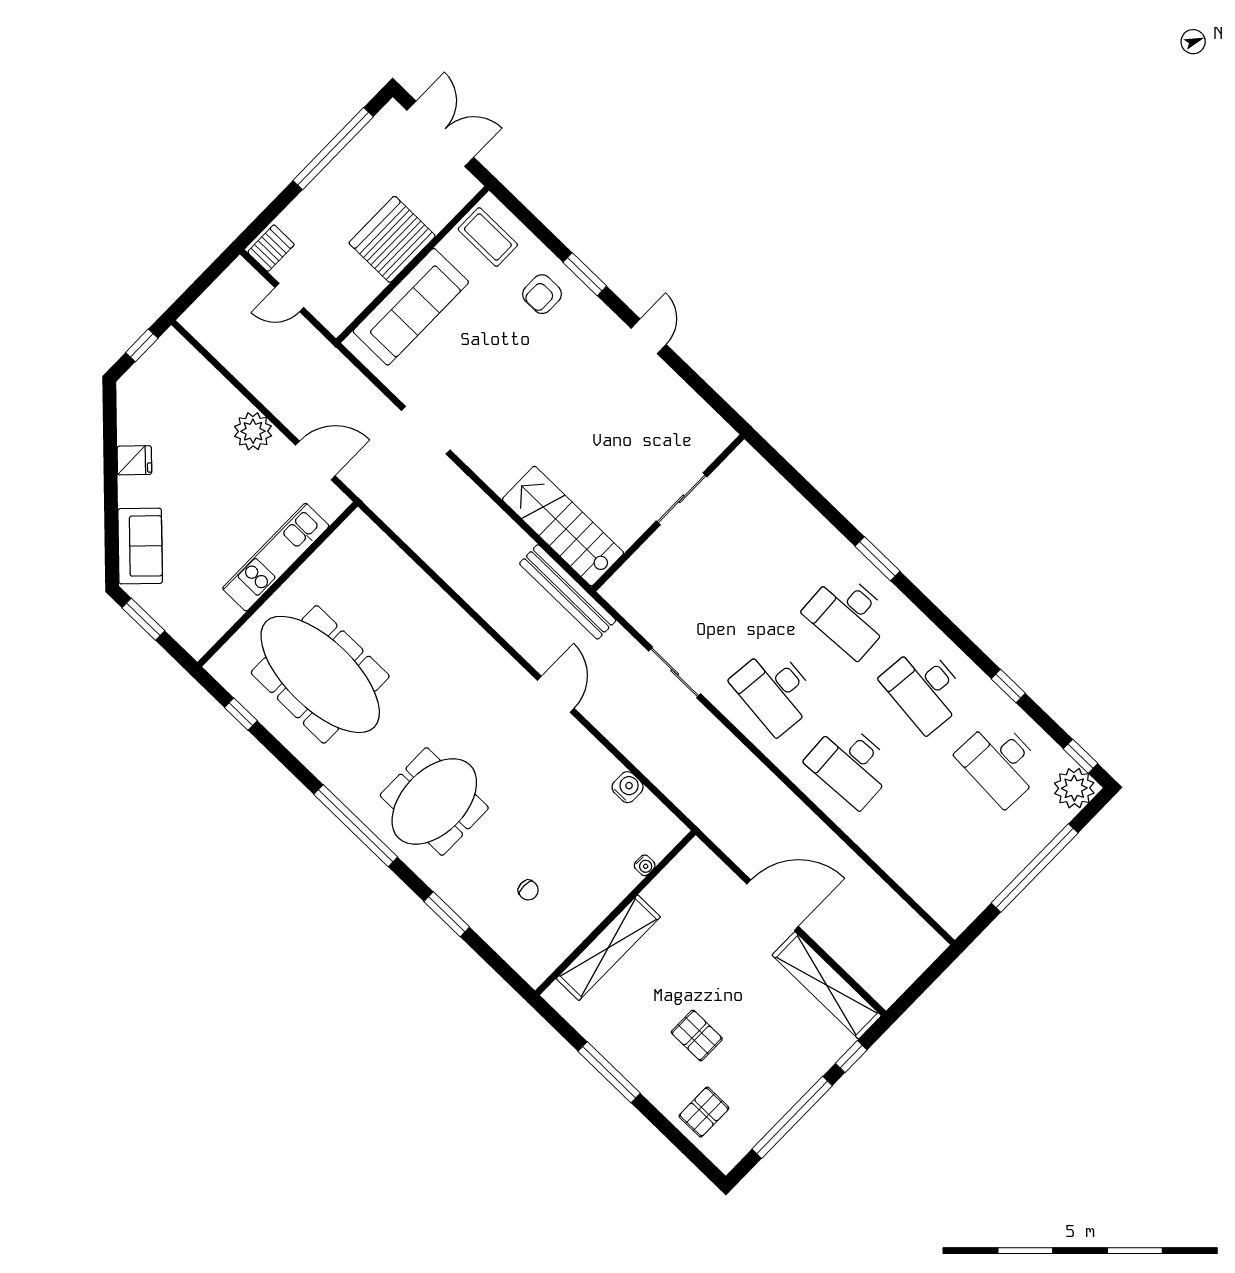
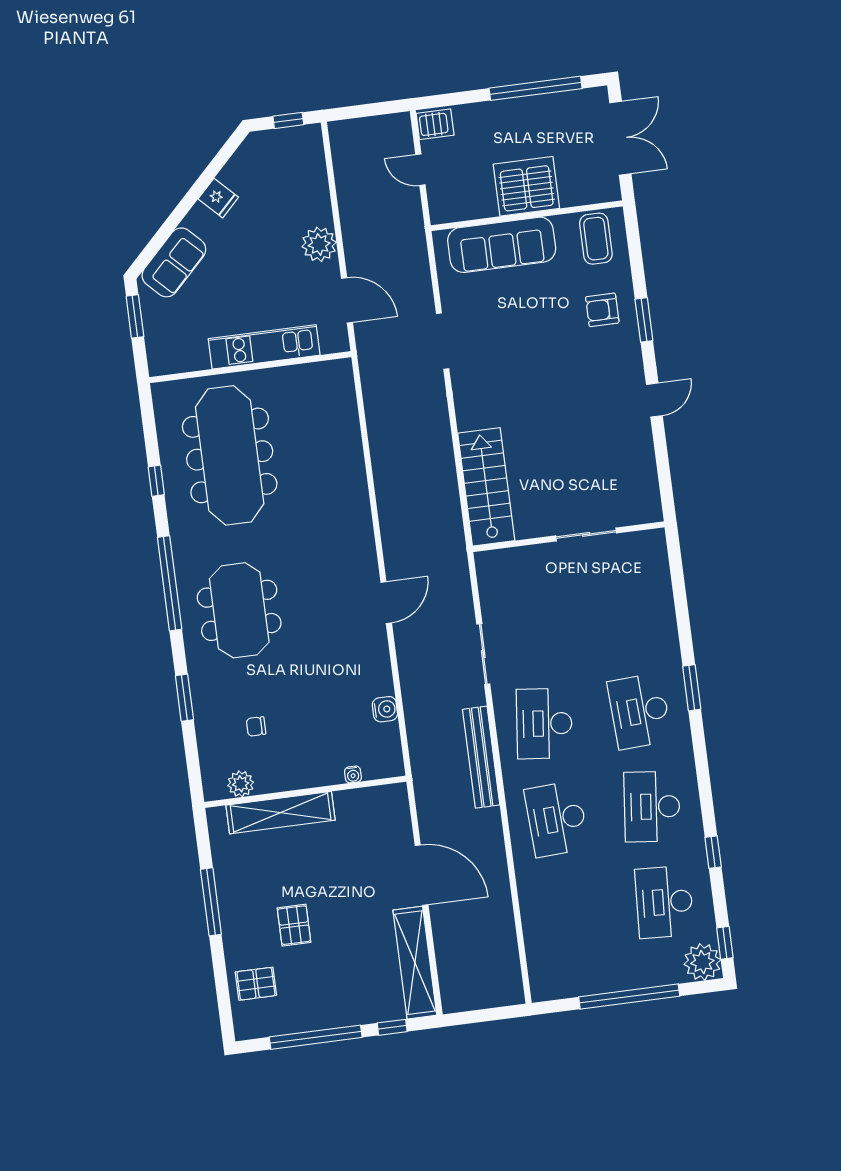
bench: (568, 592) -> (481, 757), moved
window: (241, 714) -> (156, 481), moved
meeting table: (434, 802) -> (239, 610), turned 90
chair: (528, 890) -> (256, 726), turned 90
plant: (554, 950) -> (241, 784), added

